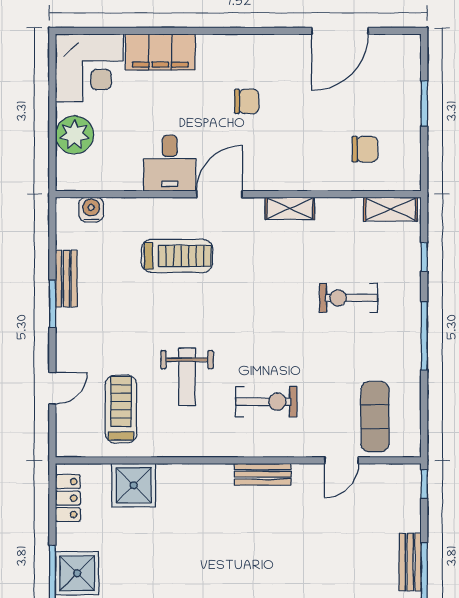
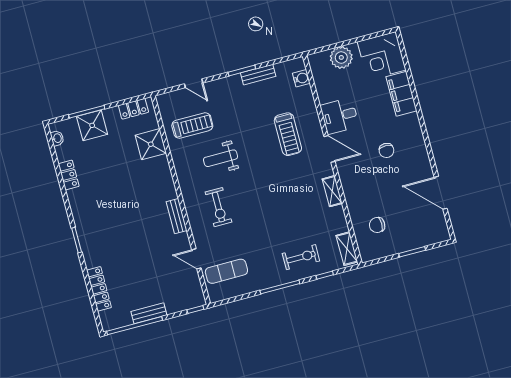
chair: (365, 149) -> (377, 225), turned 90
exercise bike: (349, 298) -> (301, 257), moved, turned 90

